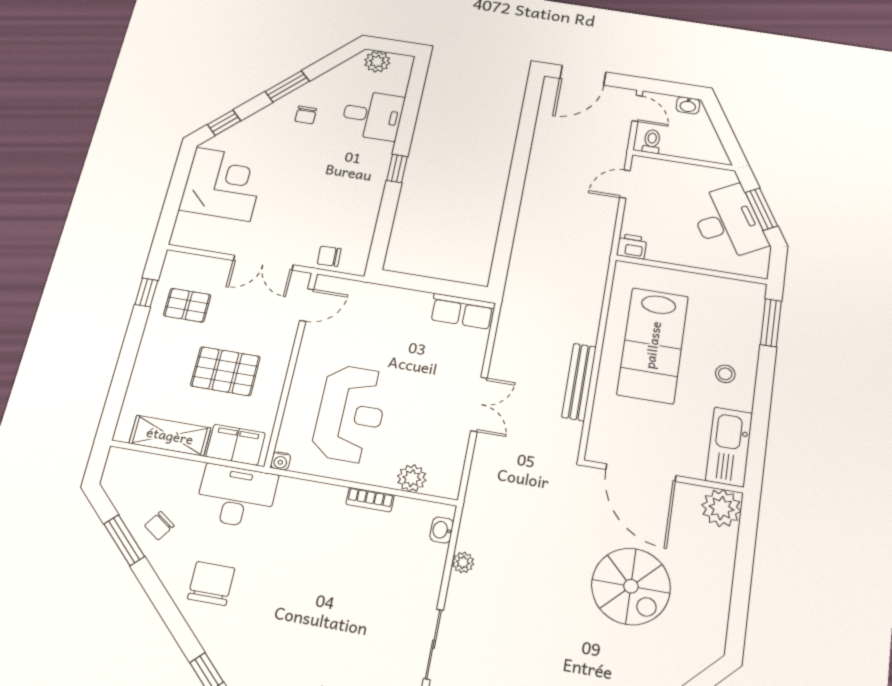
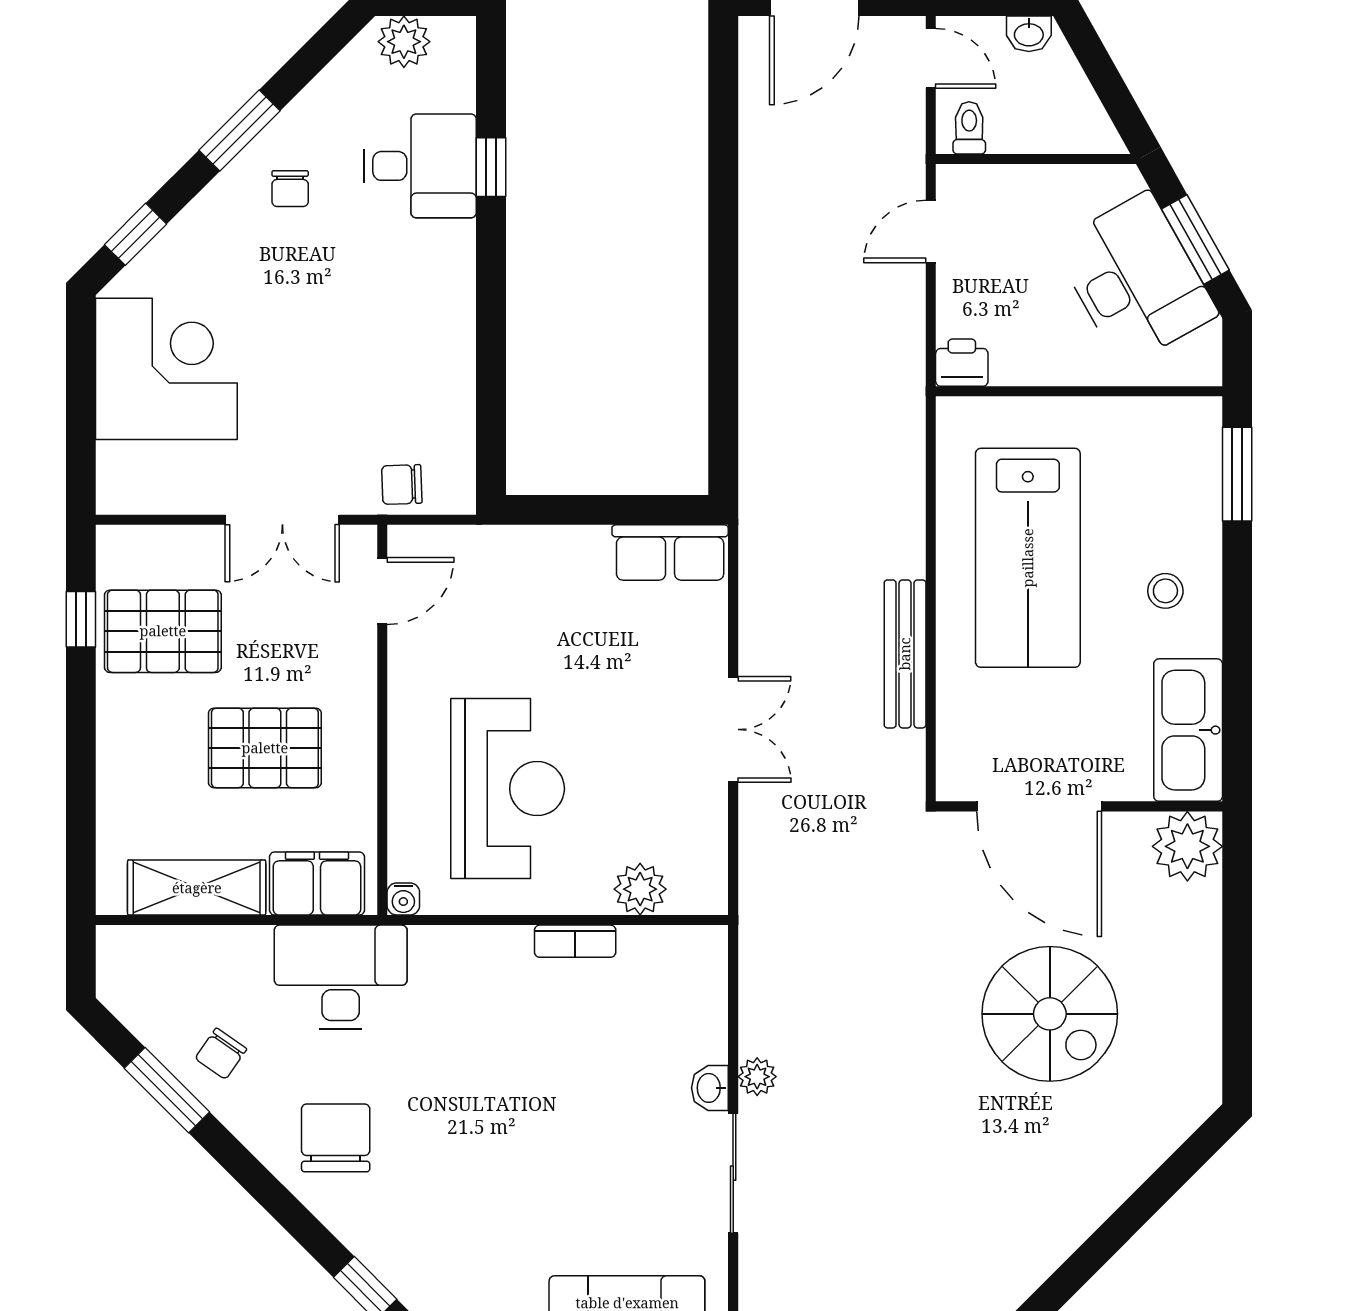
window: (397, 169) -> (491, 167), moved
pallet: (187, 305) -> (163, 631), width x1.50, depth x1.42
washbasin: (442, 530) -> (710, 1088), moved
plant: (463, 562) -> (757, 1077), moved

